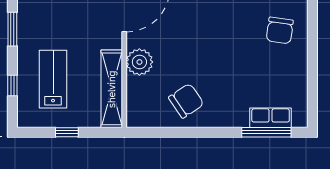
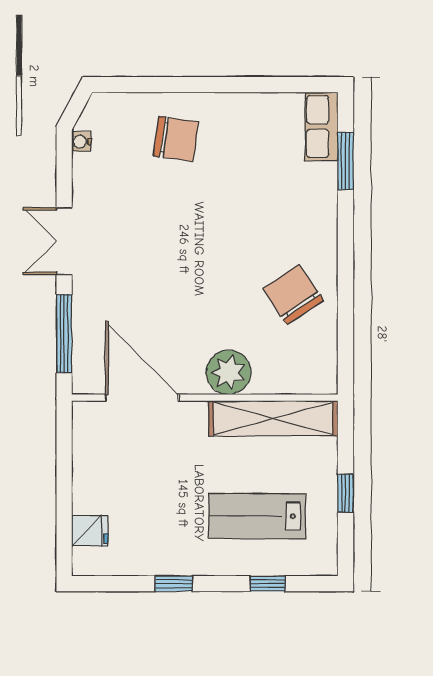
window: (12, 29) -> (174, 584), width x0.67
row of seats: (271, 118) -> (321, 127), moved
window: (266, 132) -> (345, 161), width x0.69

